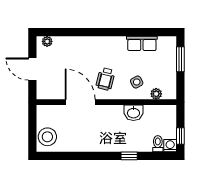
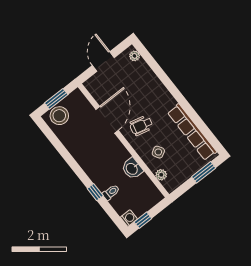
row of seats: (142, 43) -> (192, 132), width x2.02
window: (32, 129) -> (56, 99), added
toilet: (158, 144) -> (111, 192), moved

